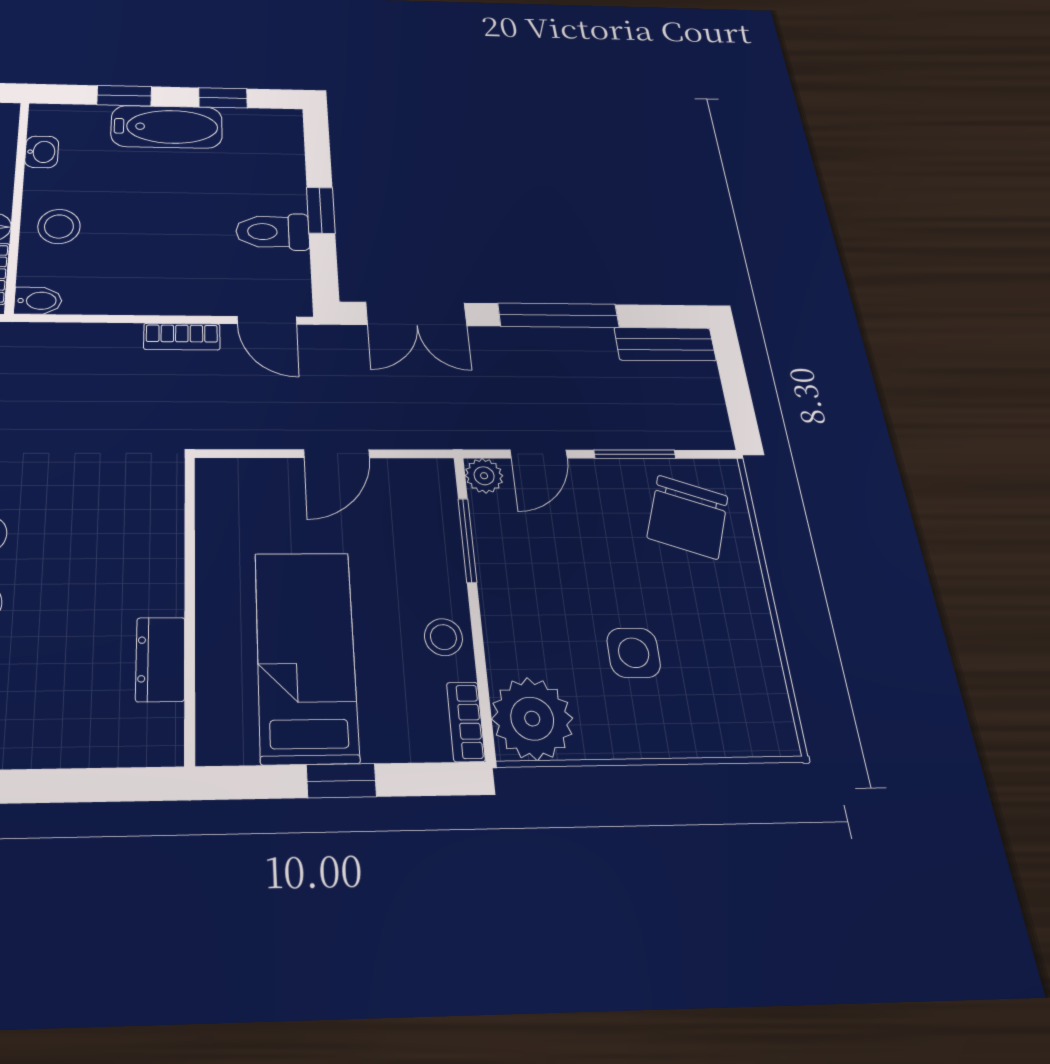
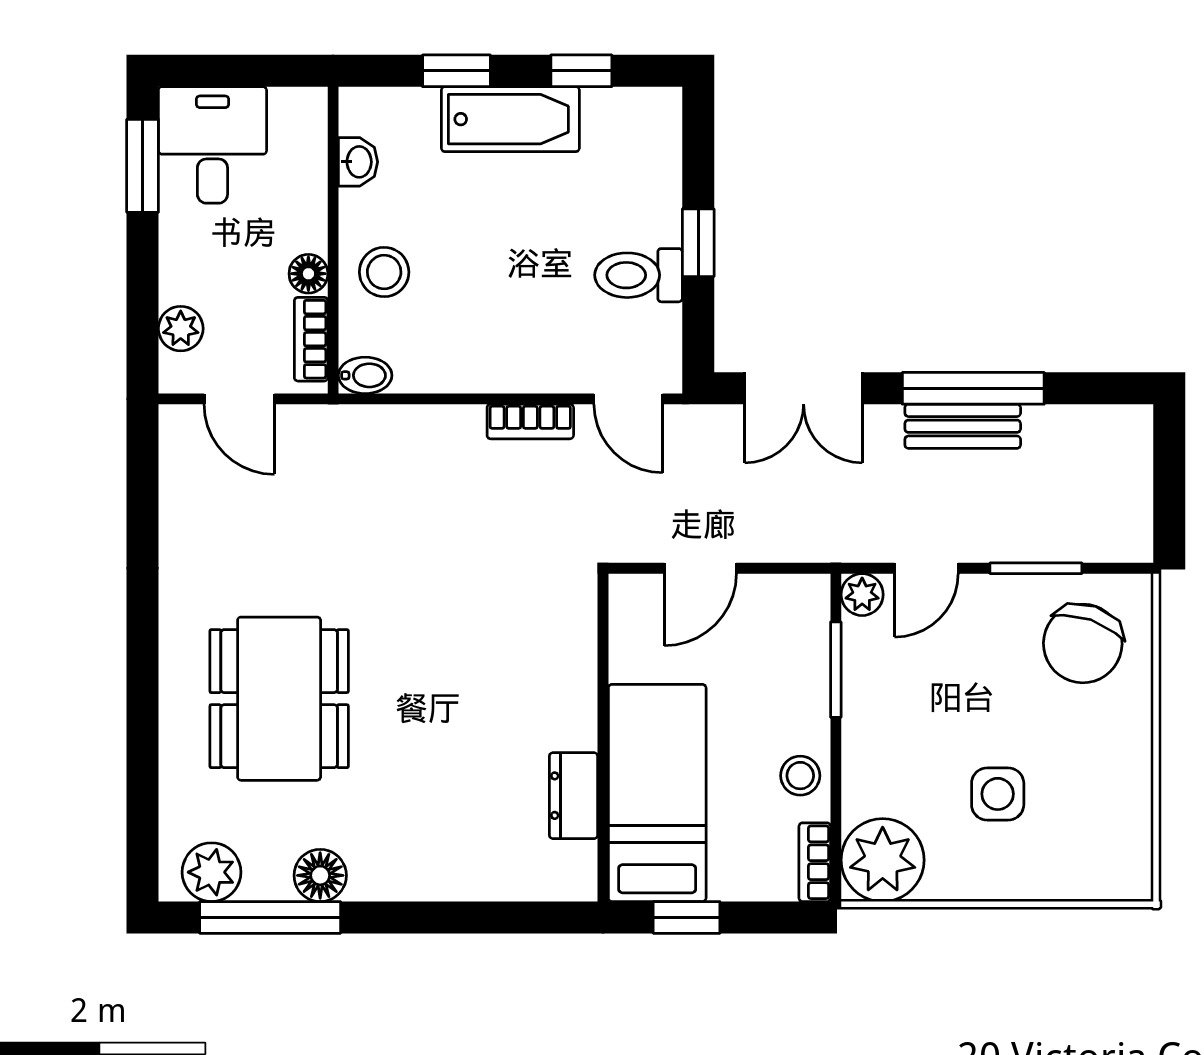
bench: (665, 344) -> (963, 426), moved
wall: (190, 603) -> (603, 738), moved
dresser: (160, 659) -> (574, 796), moved

